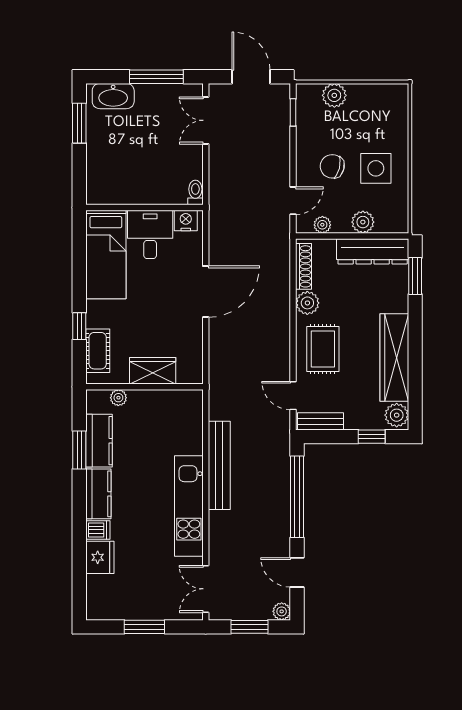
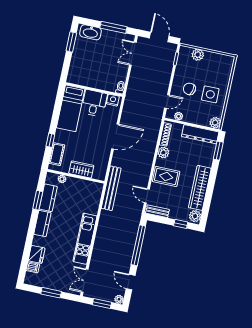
plant: (363, 222) -> (215, 123), moved
rug: (323, 349) -> (166, 176), turned 90
bench: (219, 465) -> (111, 188), moved
dishwasher: (98, 530) -> (33, 267), moved

